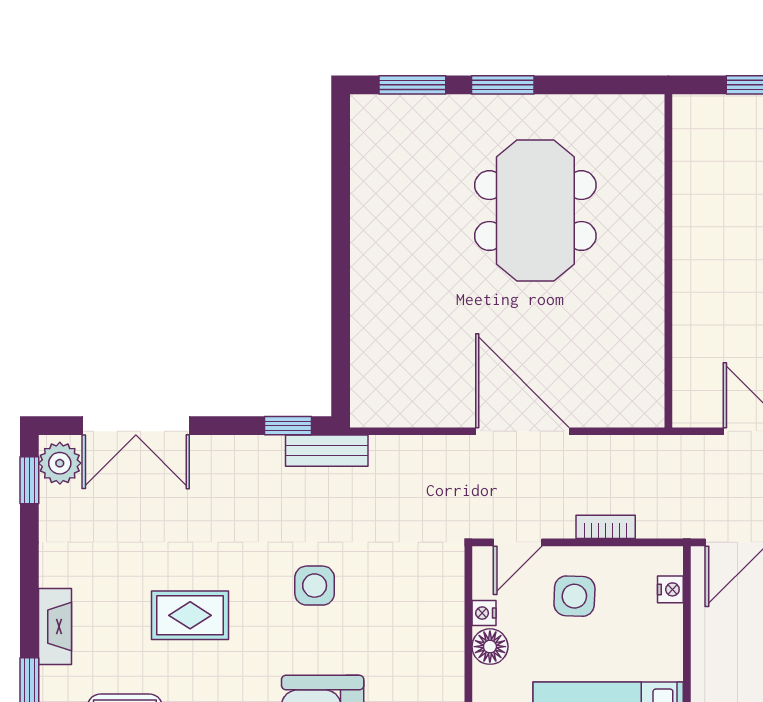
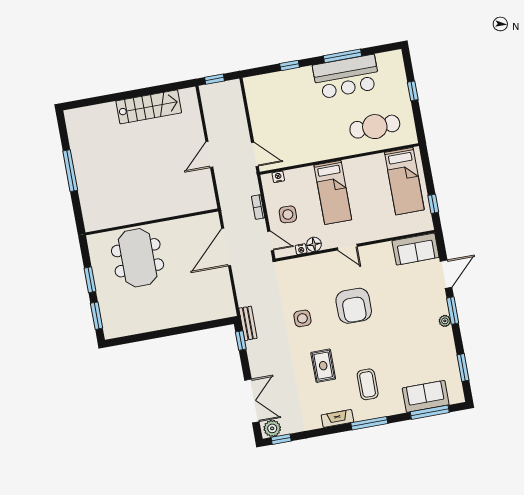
meeting table: (535, 211) -> (138, 258), turned 90
wall: (668, 261) -> (152, 222), moved

